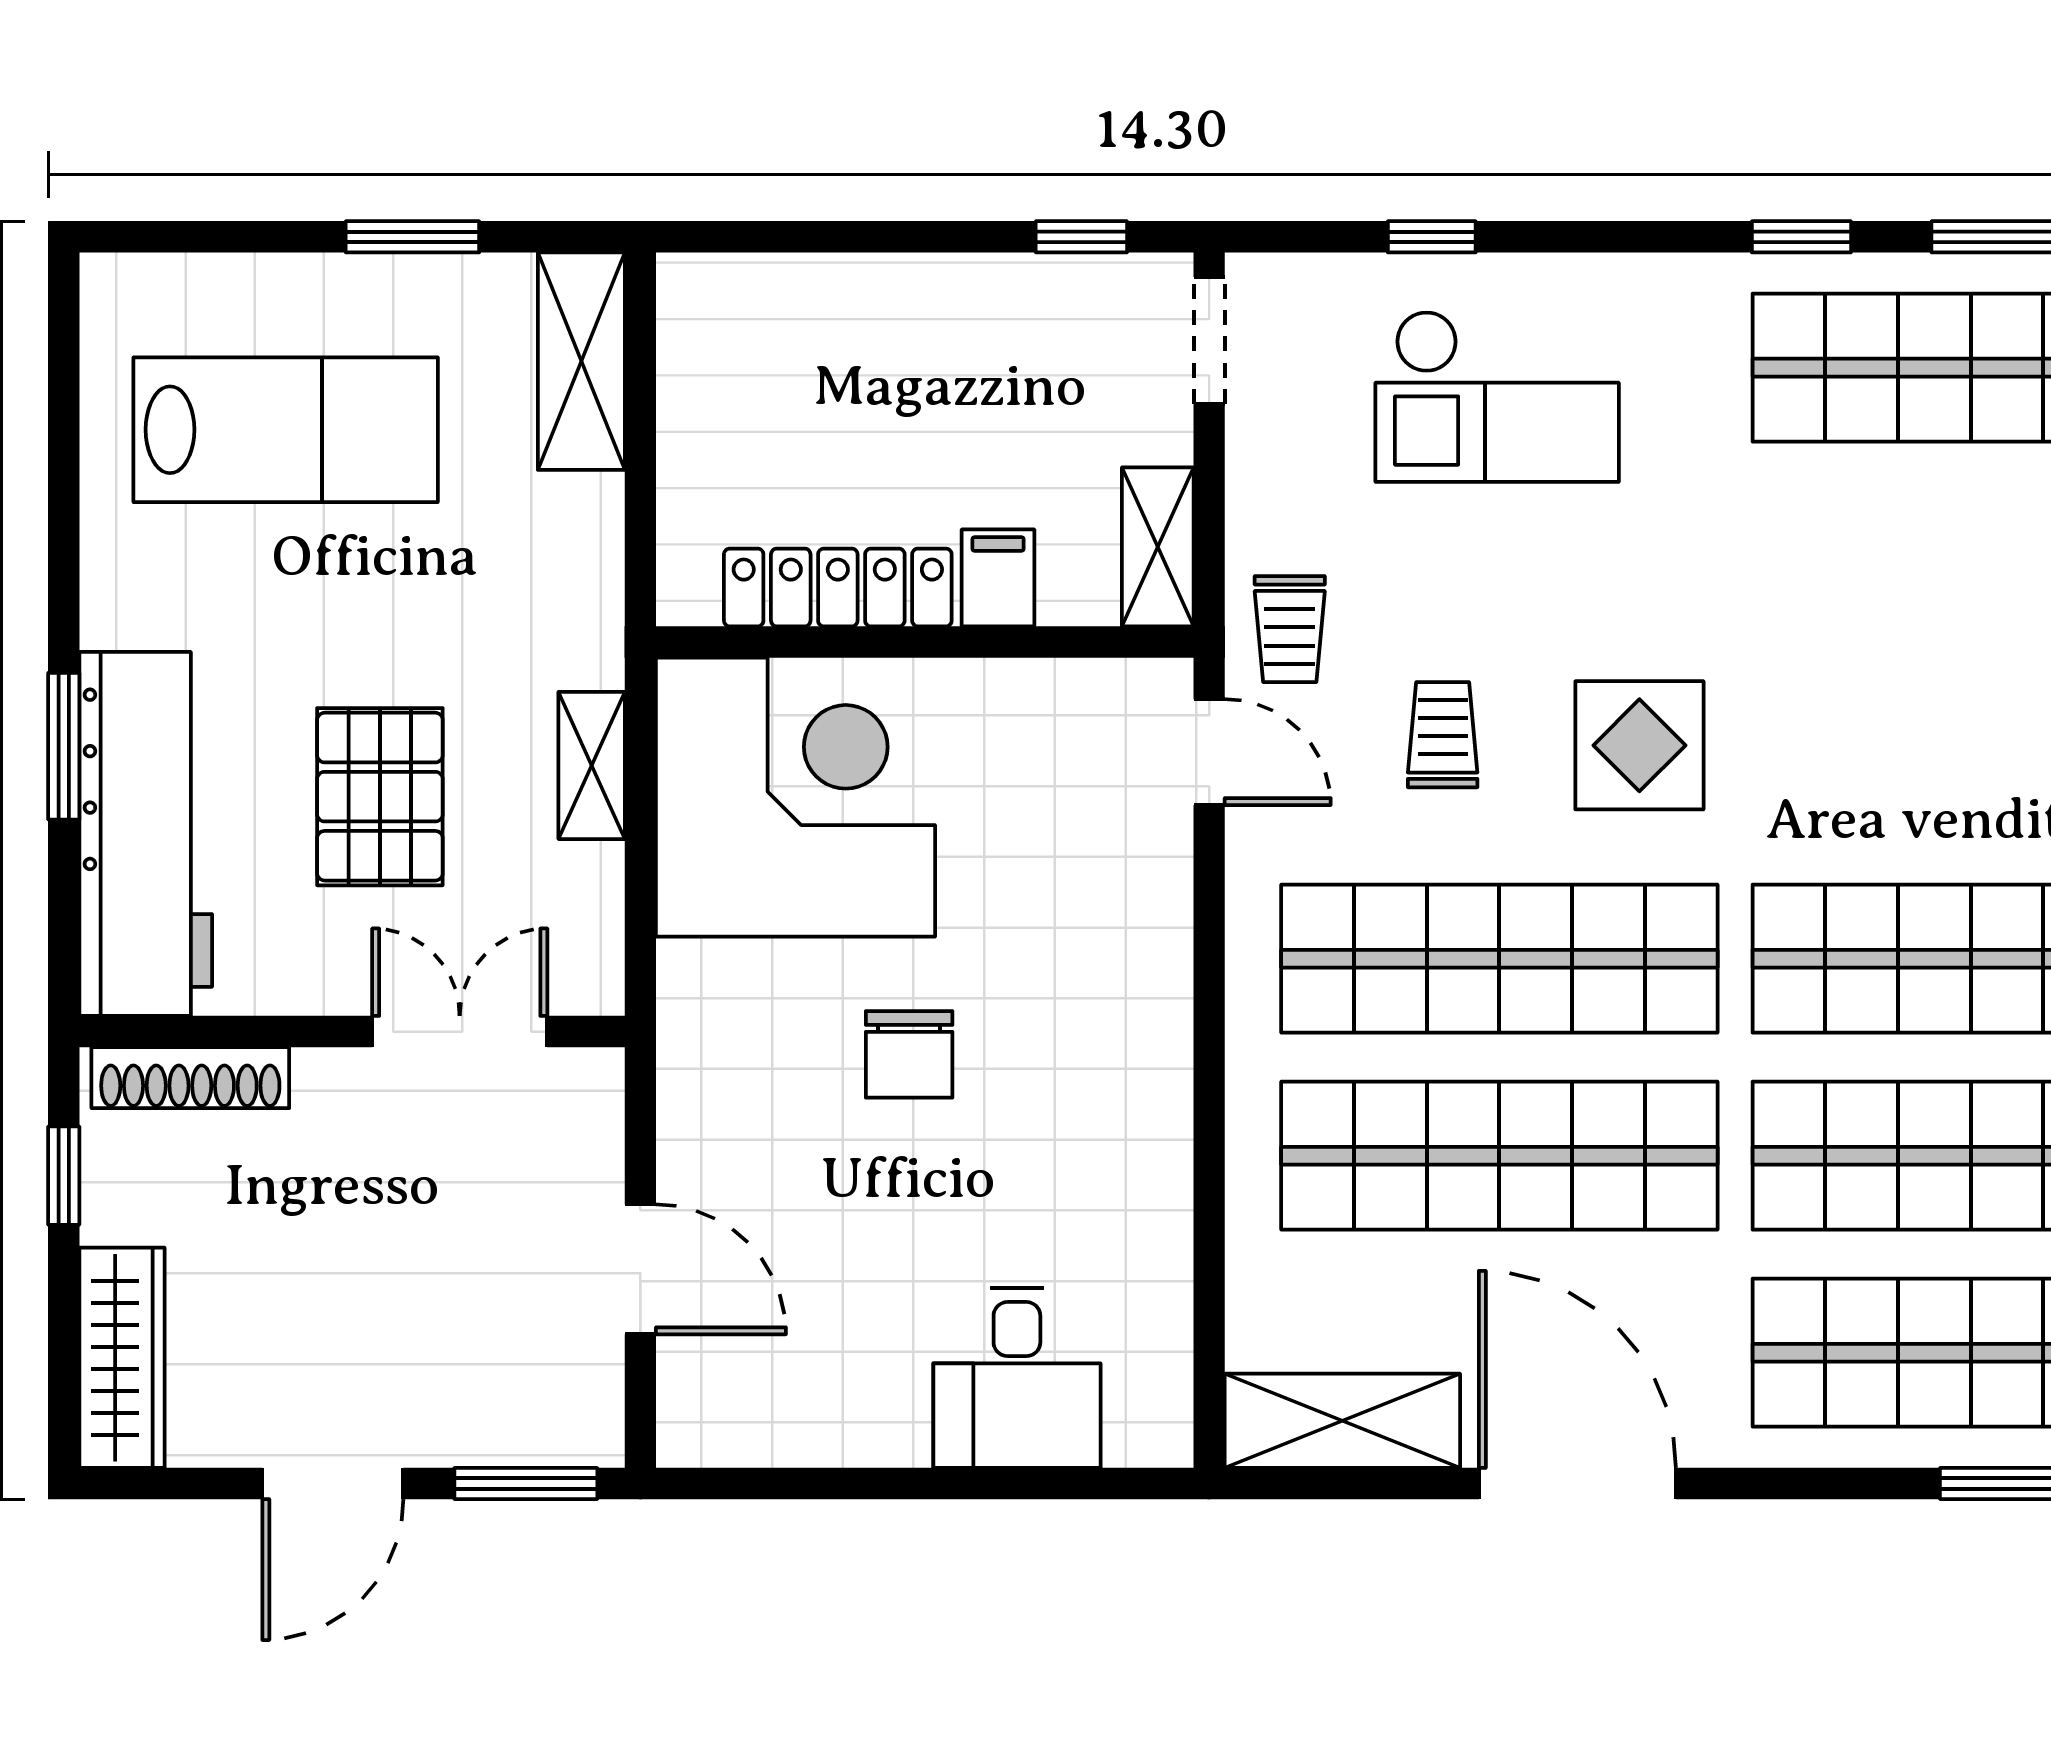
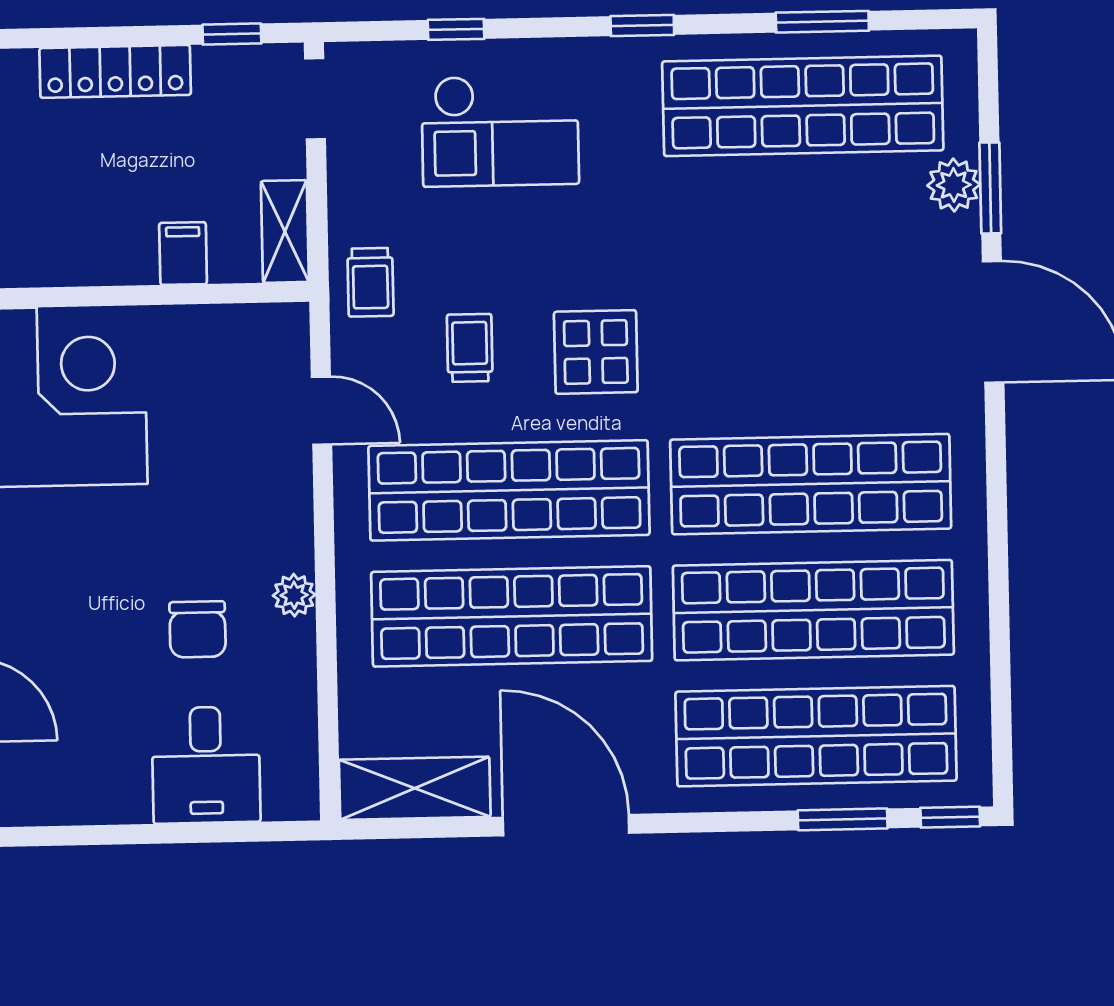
window: (1801, 237) -> (642, 25), moved
locker: (838, 587) -> (115, 71), moved, turned 180
door: (1209, 752) -> (322, 411), moved
chair: (909, 1054) -> (198, 629), moved
plant: (1160, 1115) -> (294, 595), added

